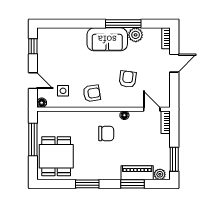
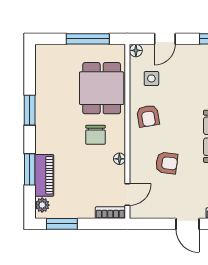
dining table: (56, 156) -> (102, 88), moved, turned 90

